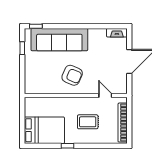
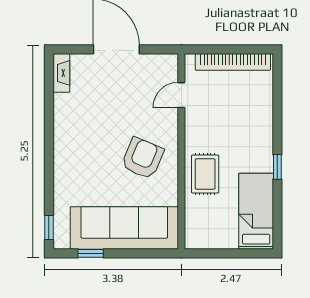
sofa: (59, 40) -> (124, 228), moved, turned -90
rug: (88, 122) -> (205, 174), moved
bed: (44, 130) -> (256, 211), width x0.67

